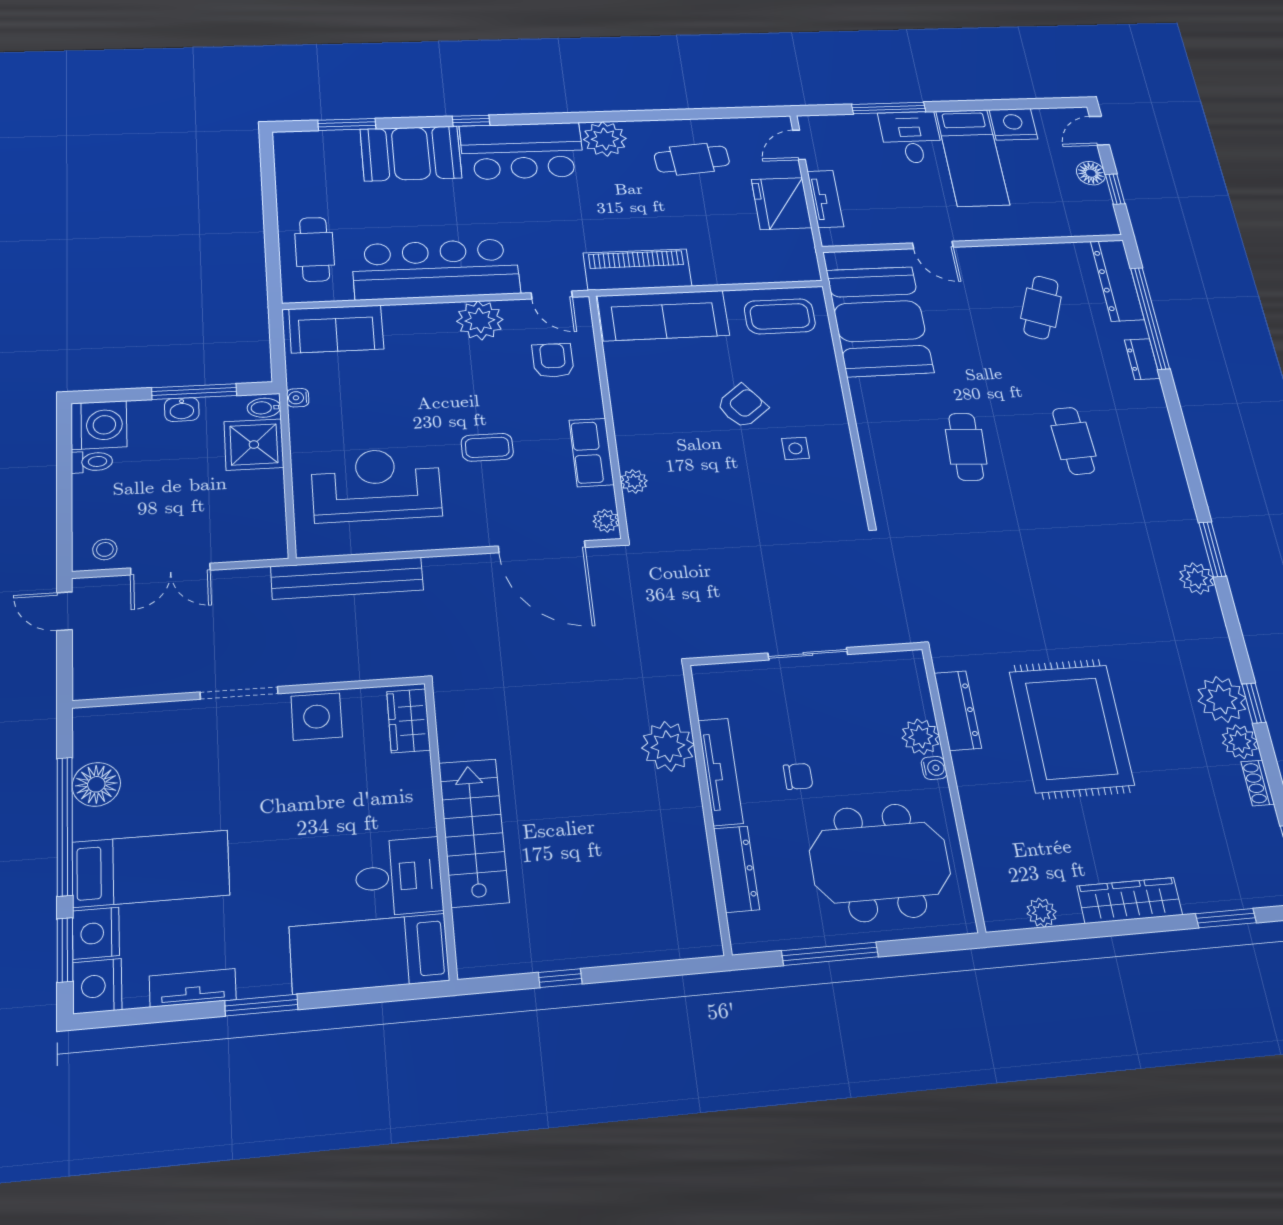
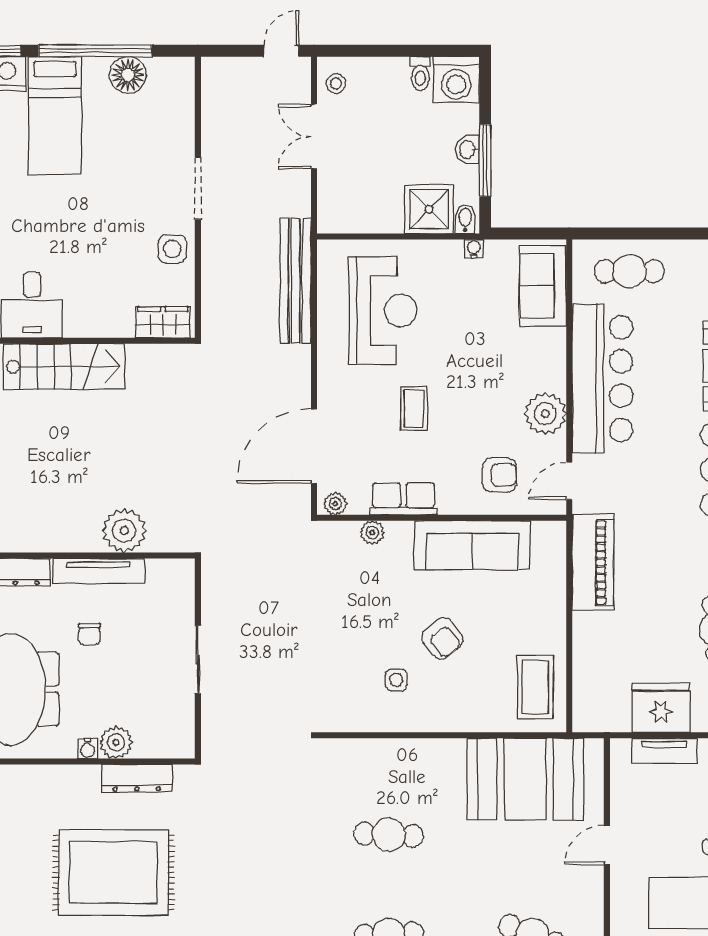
sofa: (663, 316) -> (472, 545), moved, turned -90
side table: (317, 717) -> (172, 249), width x0.73, depth x0.73

